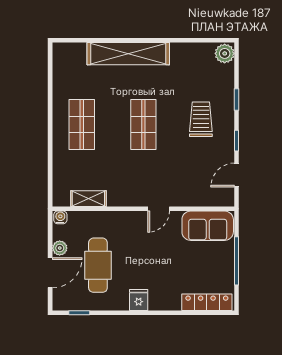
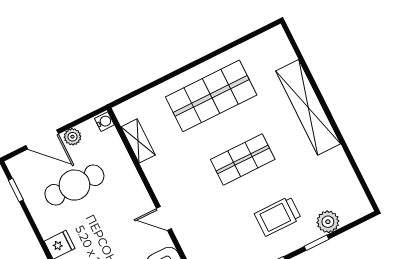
plant: (225, 53) -> (328, 222), moved
trolley: (201, 119) -> (278, 216), turned 180
shop shelf: (82, 124) -> (211, 96), width x1.43, depth x1.36

